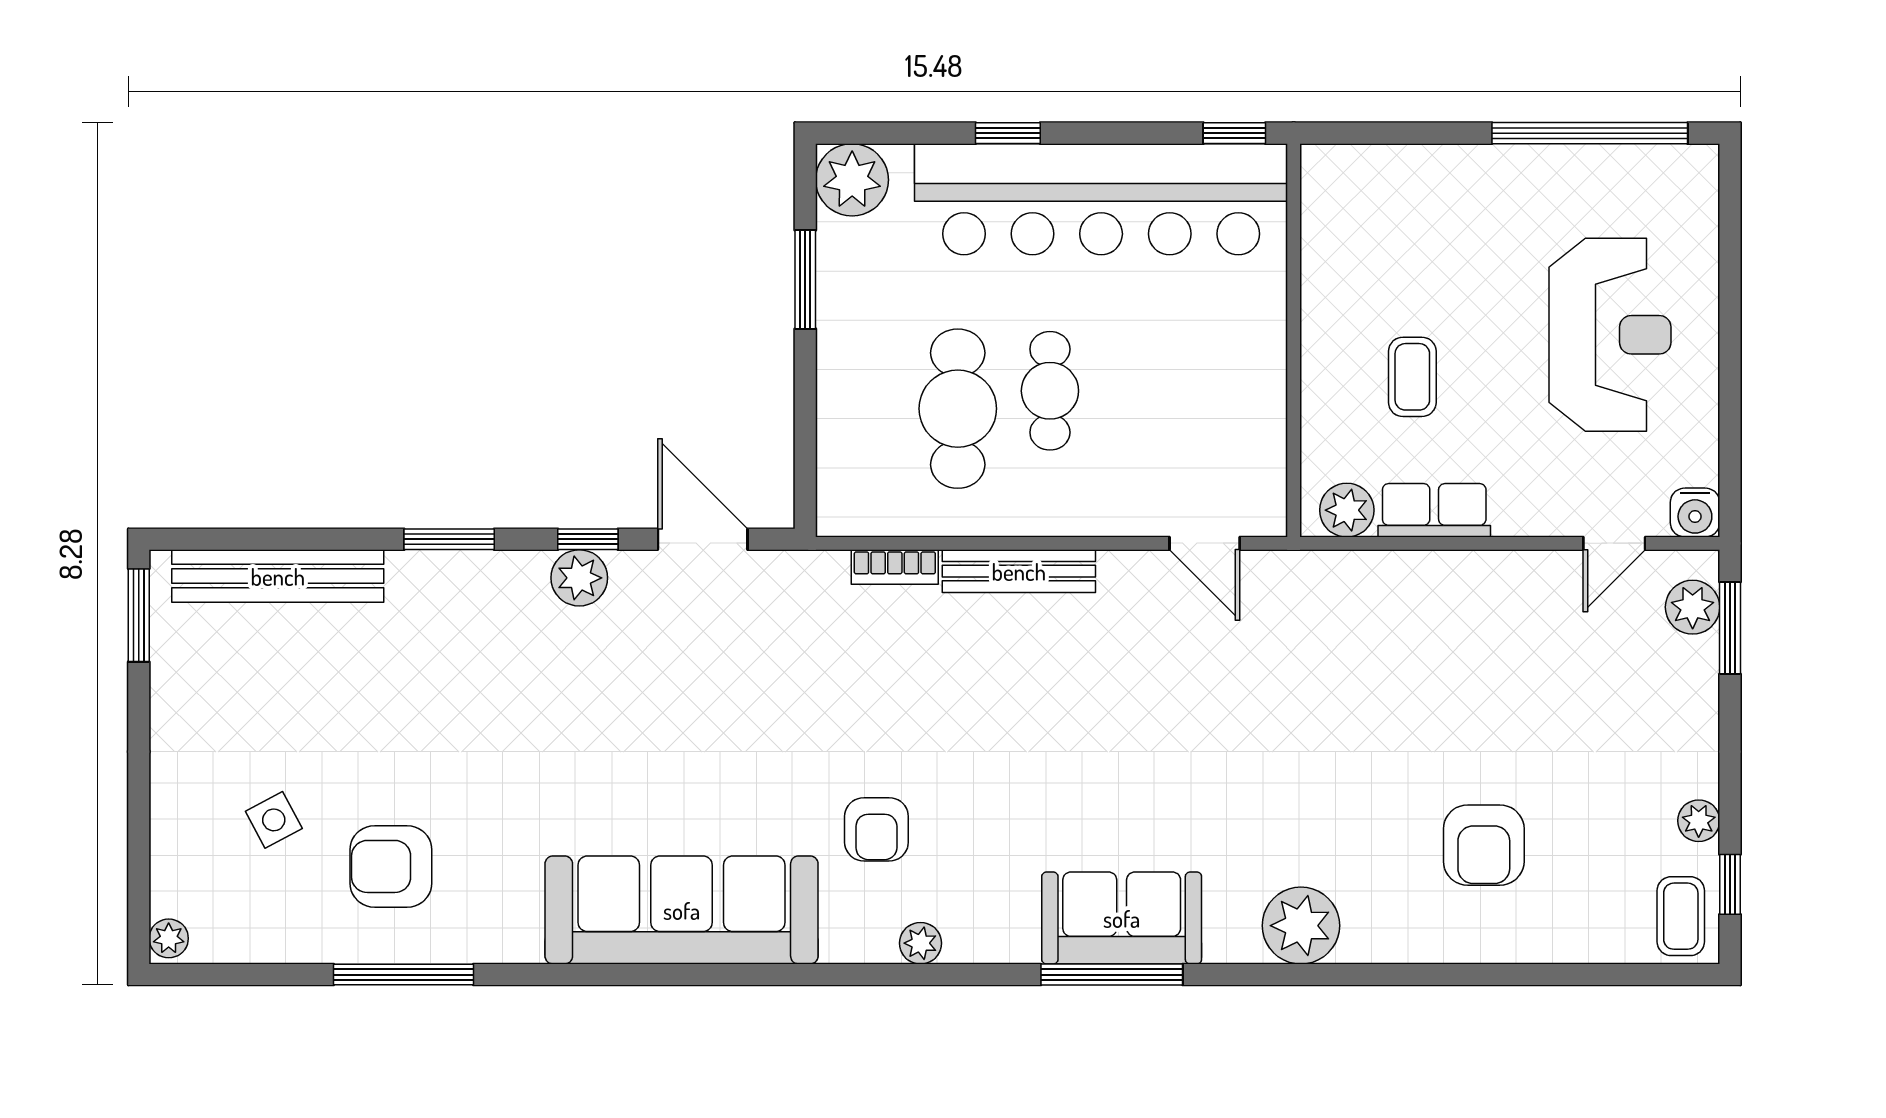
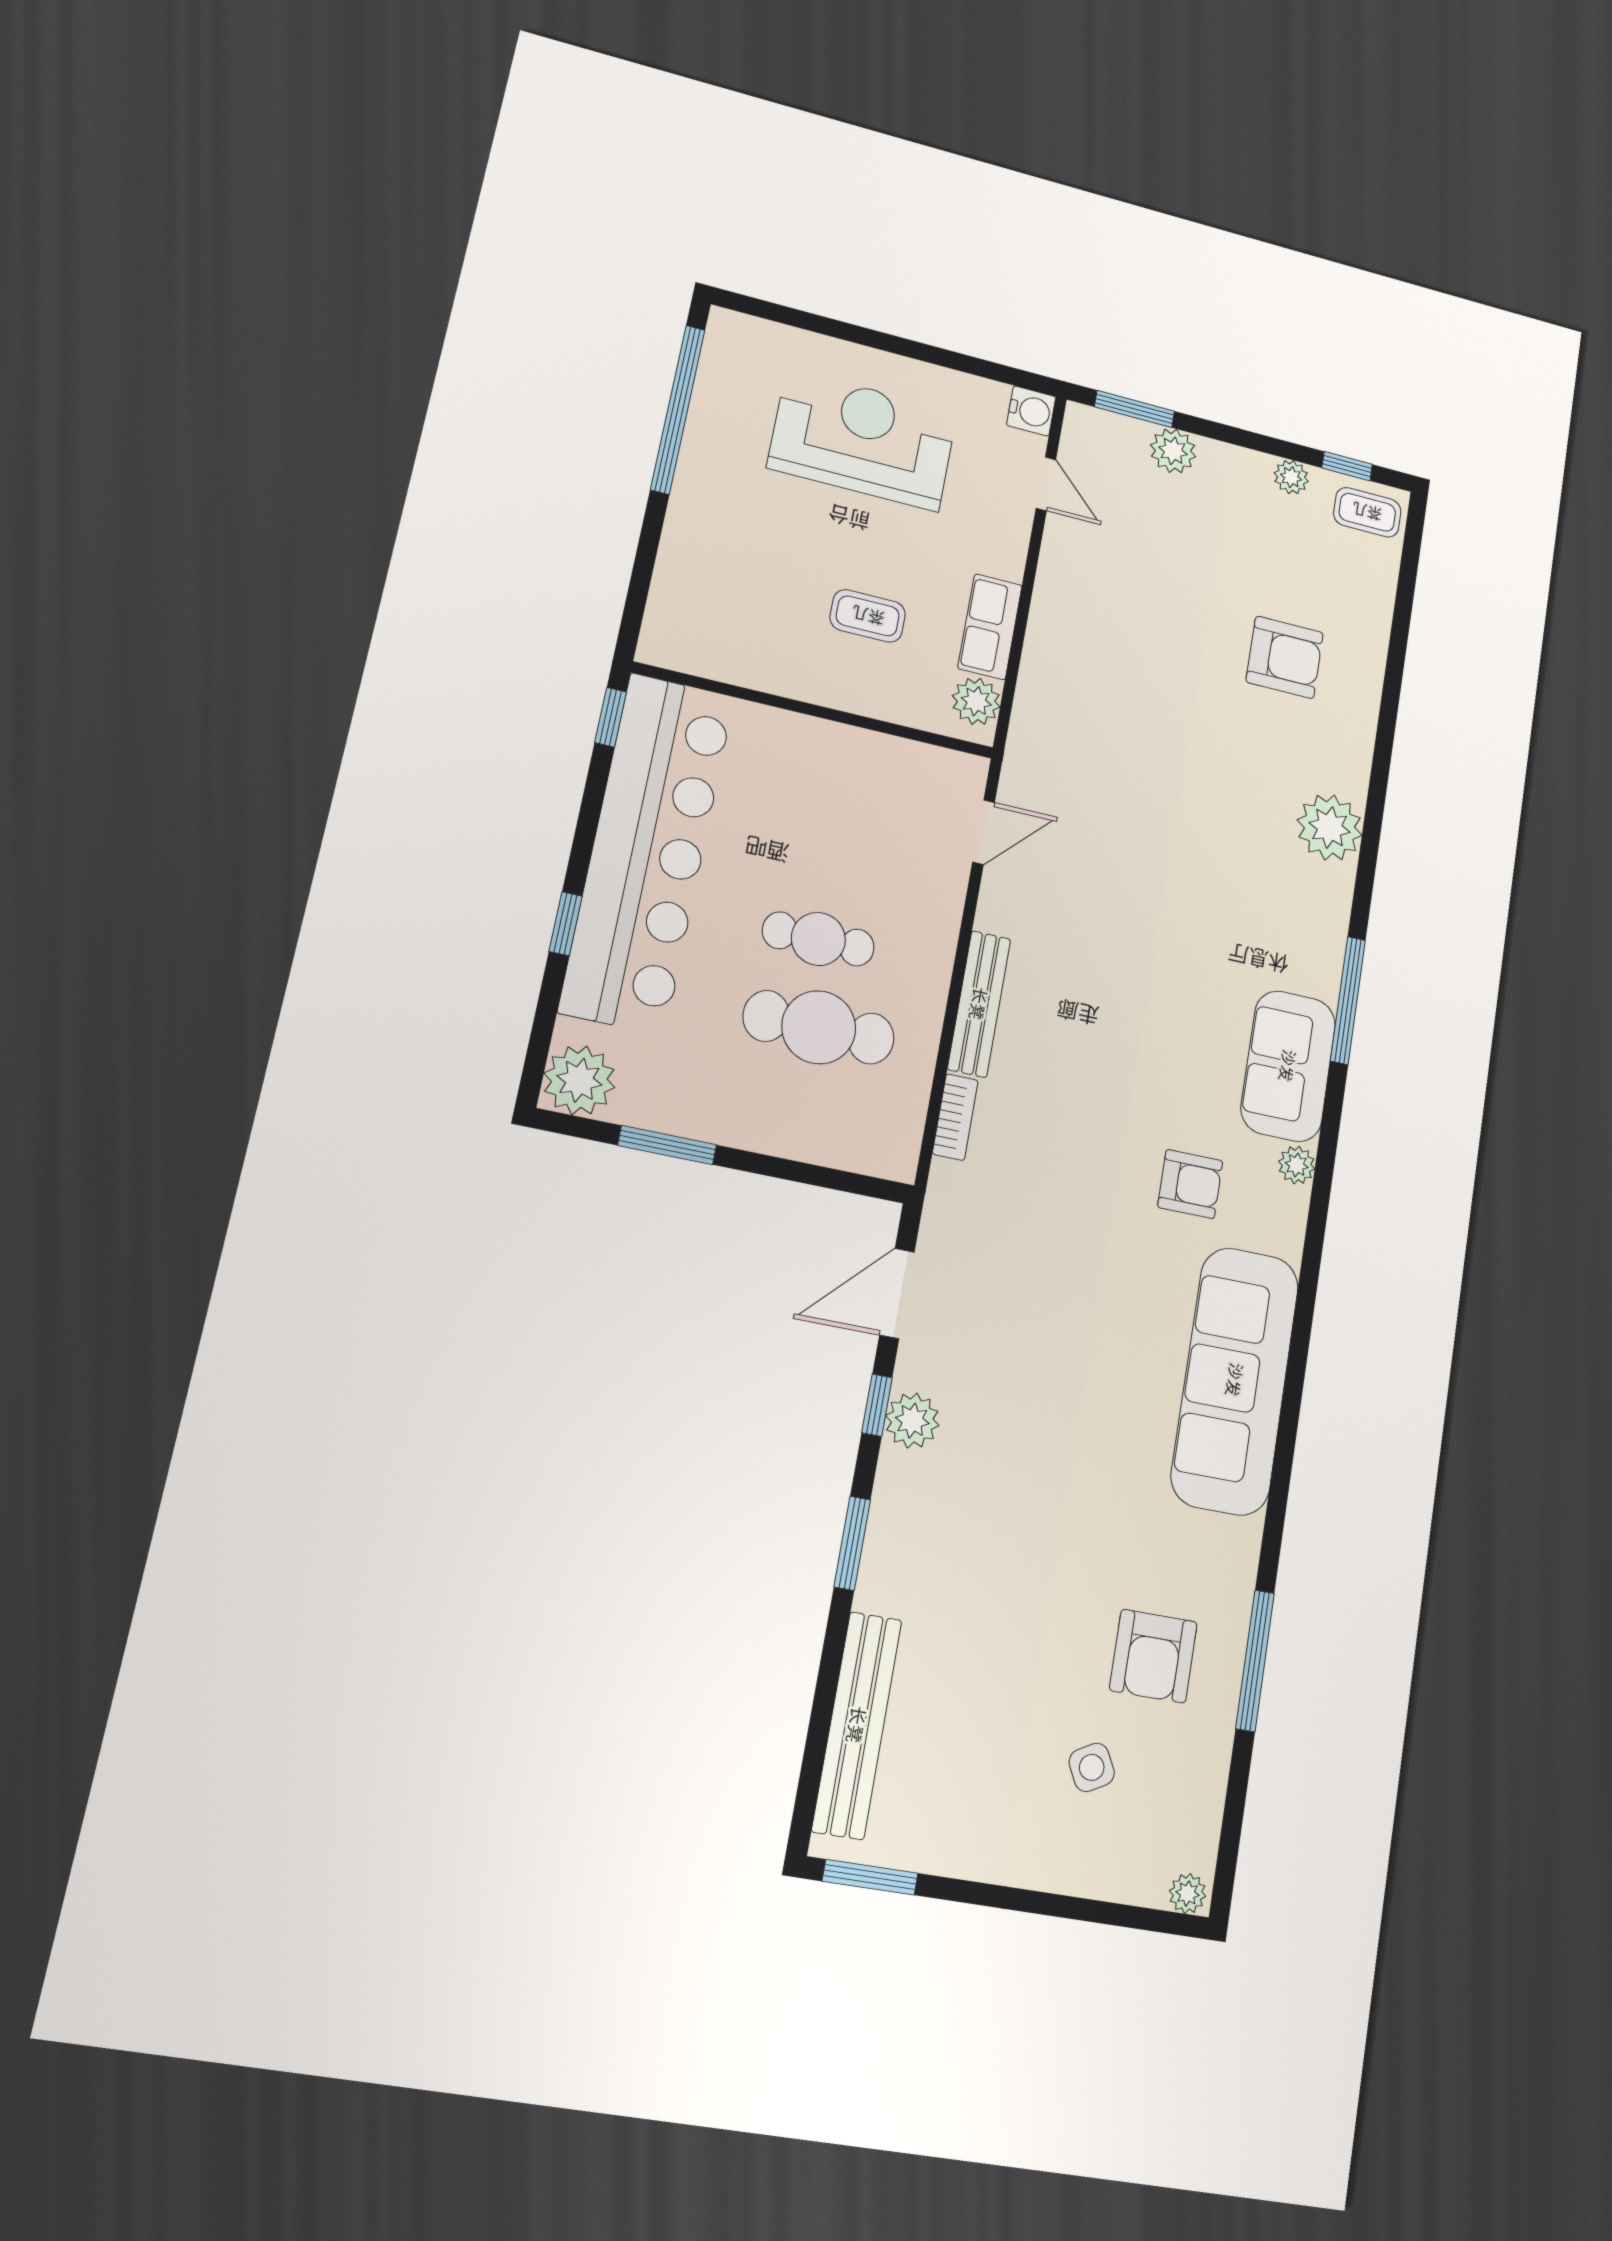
plant: (1693, 607) -> (1173, 451), moved
sofa: (1122, 918) -> (1288, 1066), moved

